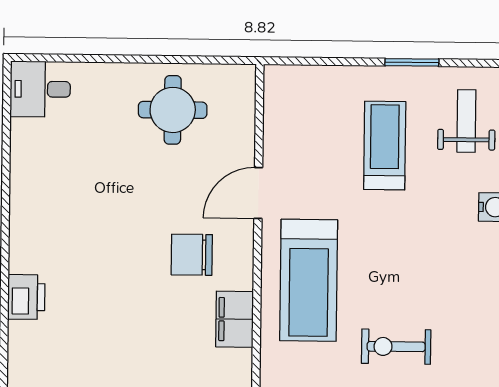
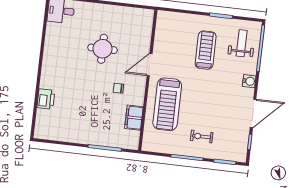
round table: (173, 110) -> (103, 49), moved
chair: (192, 255) -> (118, 88), width x0.54, depth x0.54
exercise bike: (396, 347) -> (202, 136), width x0.73, depth x0.72

